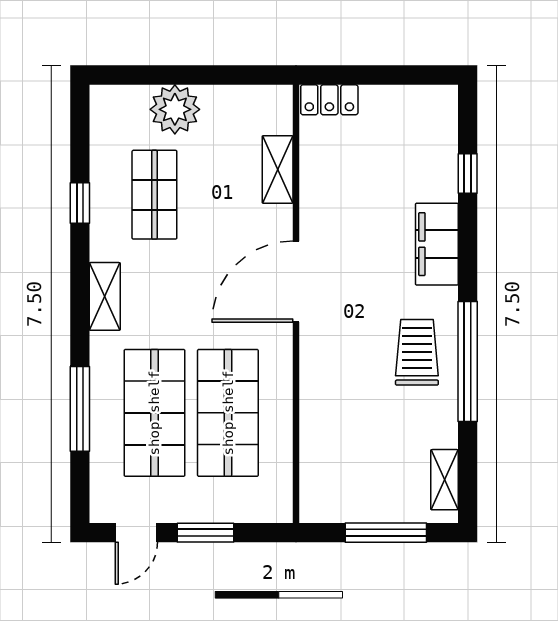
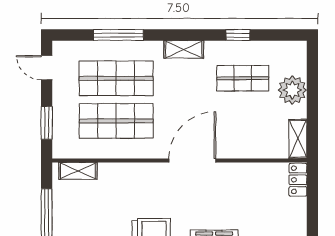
shelving: (278, 169) -> (298, 139), moved, turned 90
door: (296, 282) -> (192, 160), hinge flipped
shelving: (314, 479) -> (78, 171), added
window: (205, 533) -> (47, 123), moved

